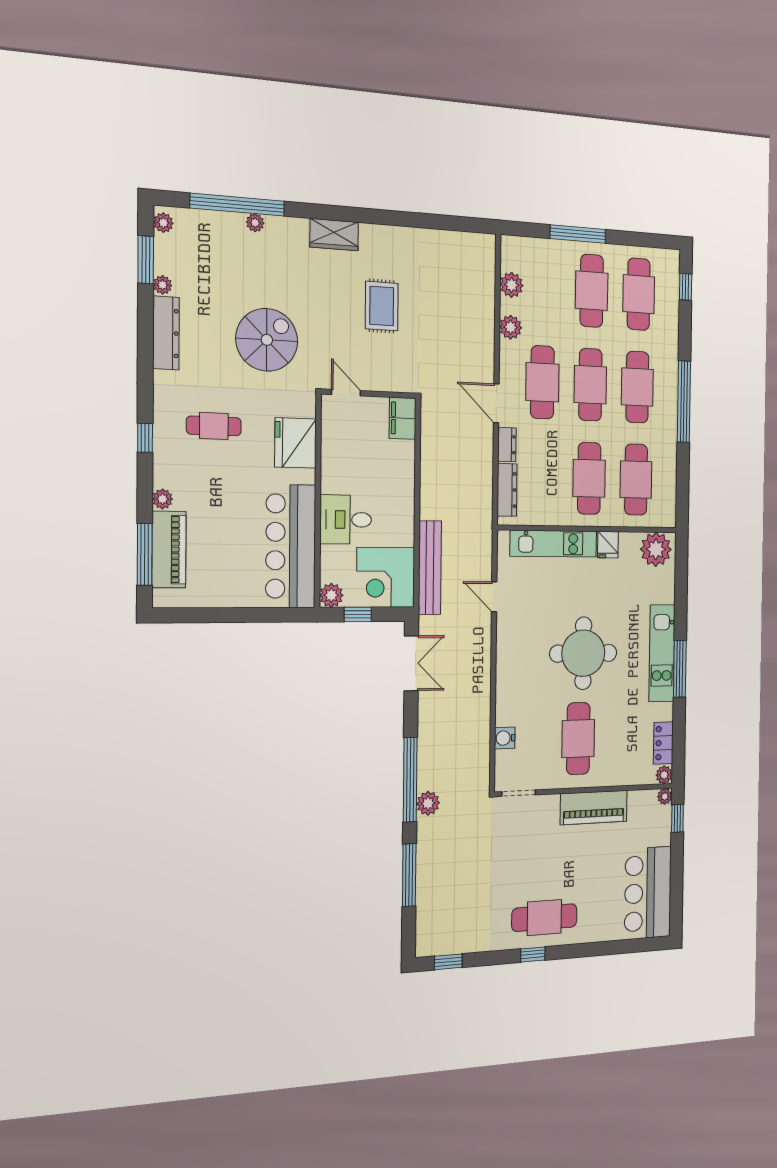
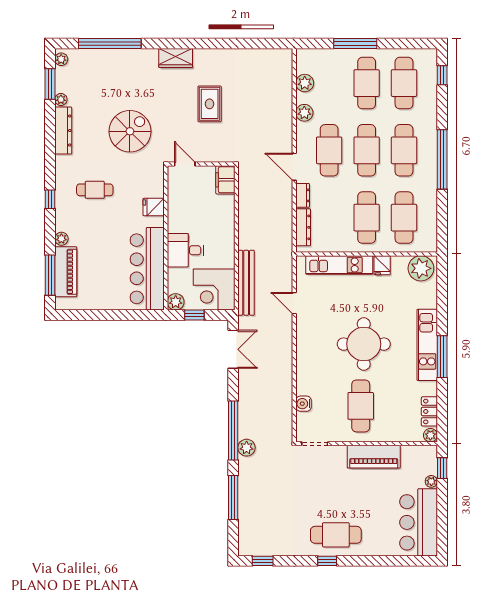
plant: (255, 223) -> (122, 54), removed
fridge: (295, 443) -> (154, 207), width x0.53, depth x0.75
plant: (665, 796) -> (431, 481), moved

